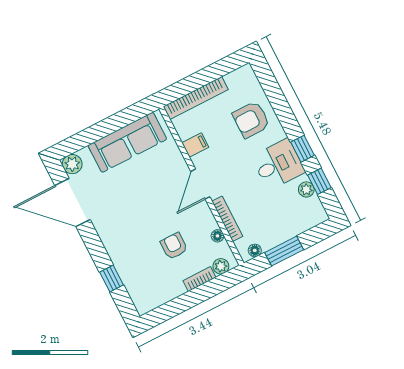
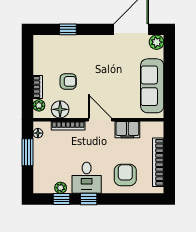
bookcase: (196, 98) -> (158, 162), moved
filing cabinet: (195, 145) -> (127, 130), width x2.00
floor lamp: (217, 236) -> (60, 109), width x1.89, depth x1.89

